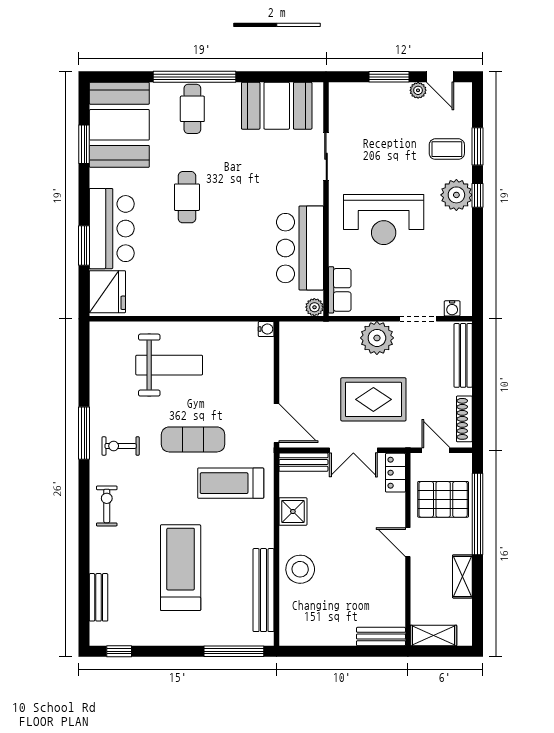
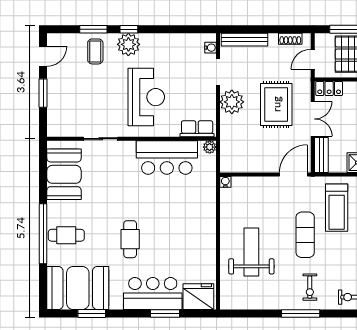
plant: (418, 90) -> (53, 72), removed
cafe table: (187, 197) -> (130, 239), turned 90
shoe rack: (464, 419) -> (290, 39), width x0.70

